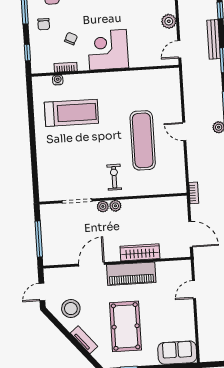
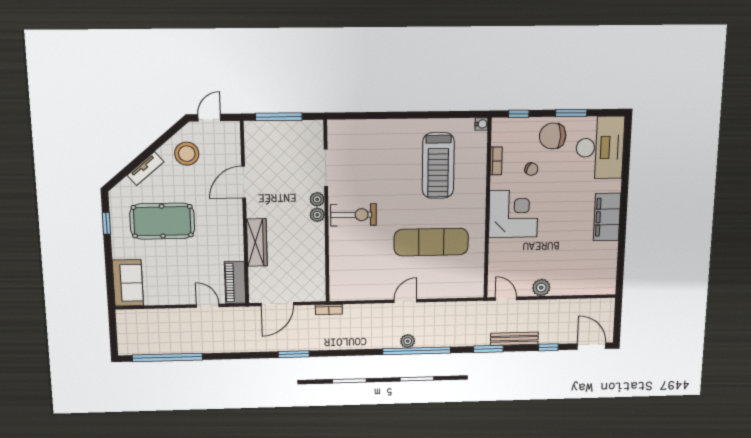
chair: (44, 24) -> (553, 136), width x1.87, depth x1.87
water cooler: (58, 80) -> (481, 124), moved
exercise mat: (143, 140) -> (431, 242), moved
exercise bike: (114, 177) -> (353, 215), width x1.38, depth x1.39
door: (92, 264) -> (244, 182), swing flipped
piano: (131, 274) -> (235, 282), moved, width x0.73, depth x0.75
door: (42, 292) -> (209, 118), hinge flipped

